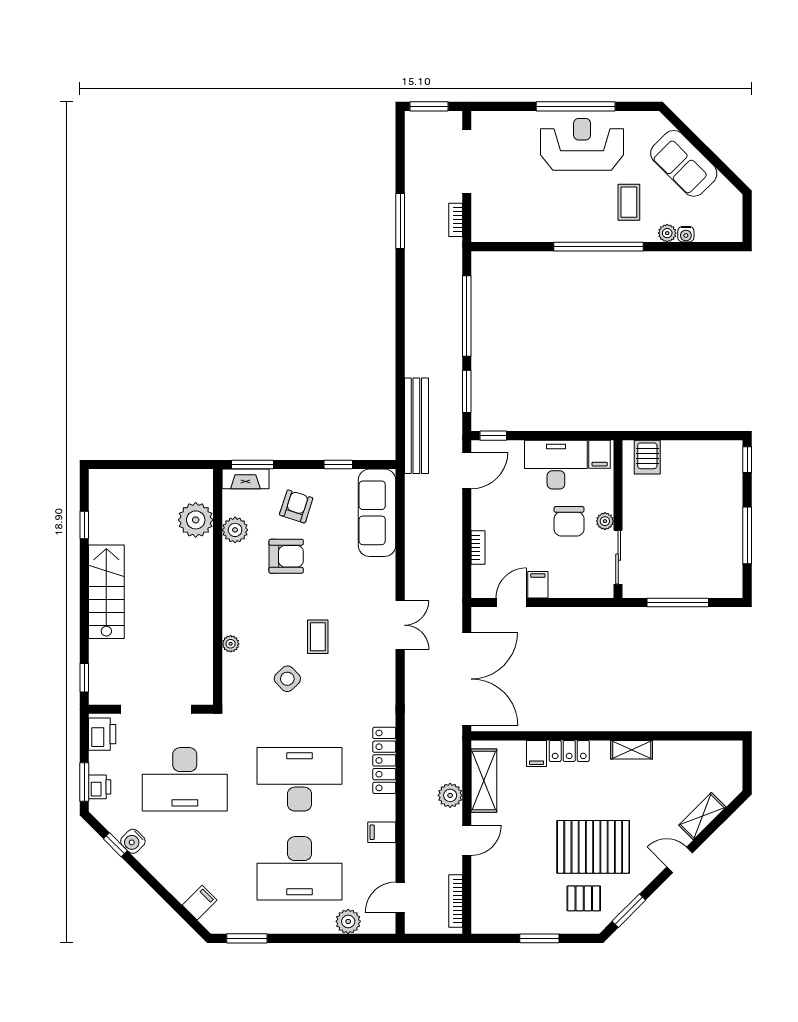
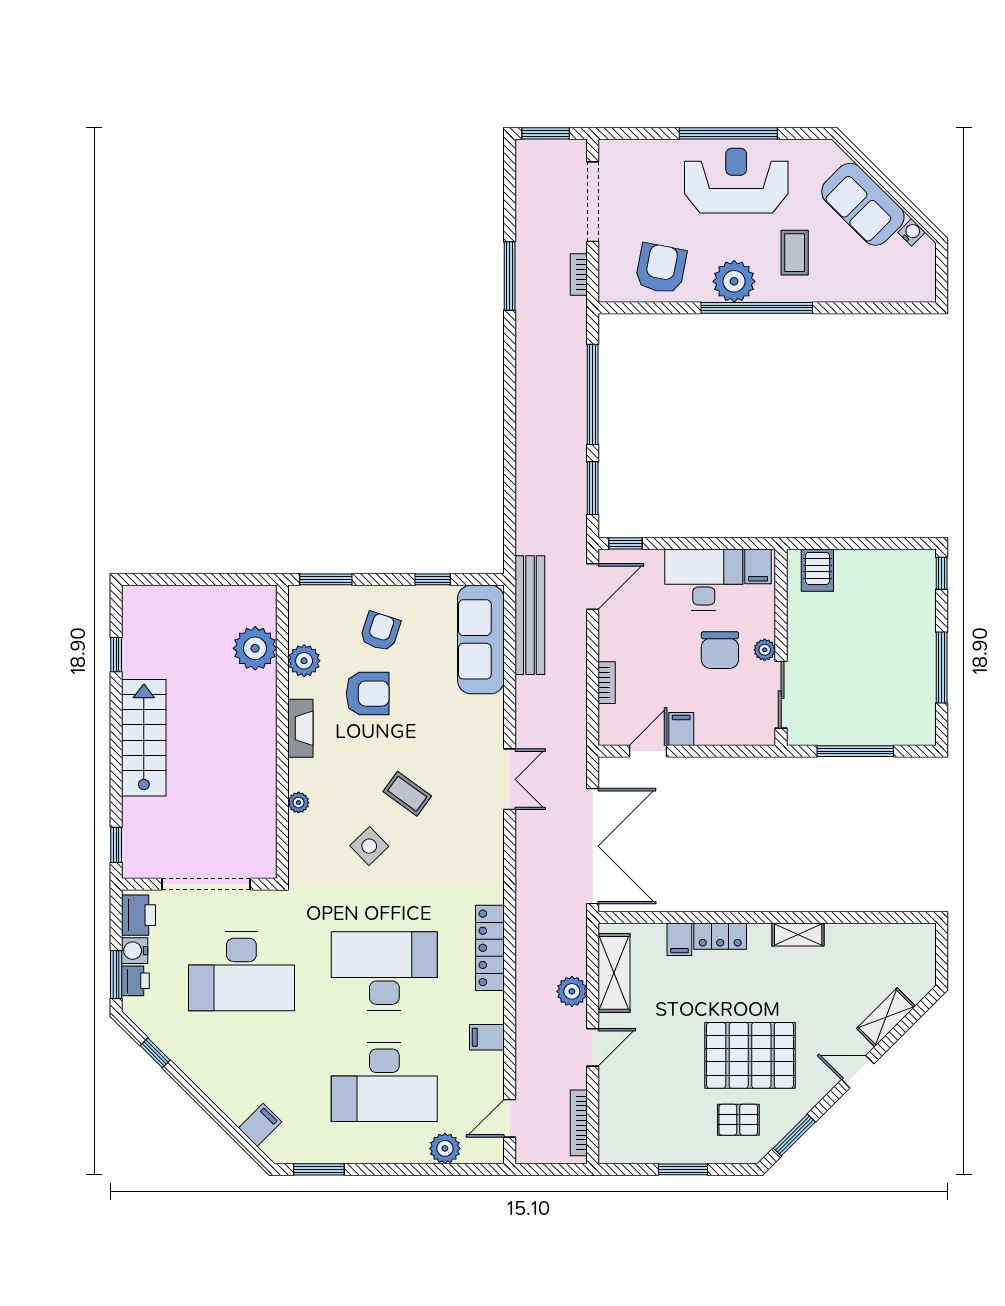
armchair: (522, 215) -> (661, 268), added
plant: (667, 233) -> (734, 281), moved, width x1.88, depth x1.88
water cooler: (686, 234) -> (912, 232), moved, turned -135
bench: (416, 426) -> (530, 615), moved
fireplace: (245, 479) -> (300, 728), moved, turned -90
coffee table: (318, 637) -> (407, 794), turned -54
water cooler: (133, 841) -> (135, 951), moved, turned 45

